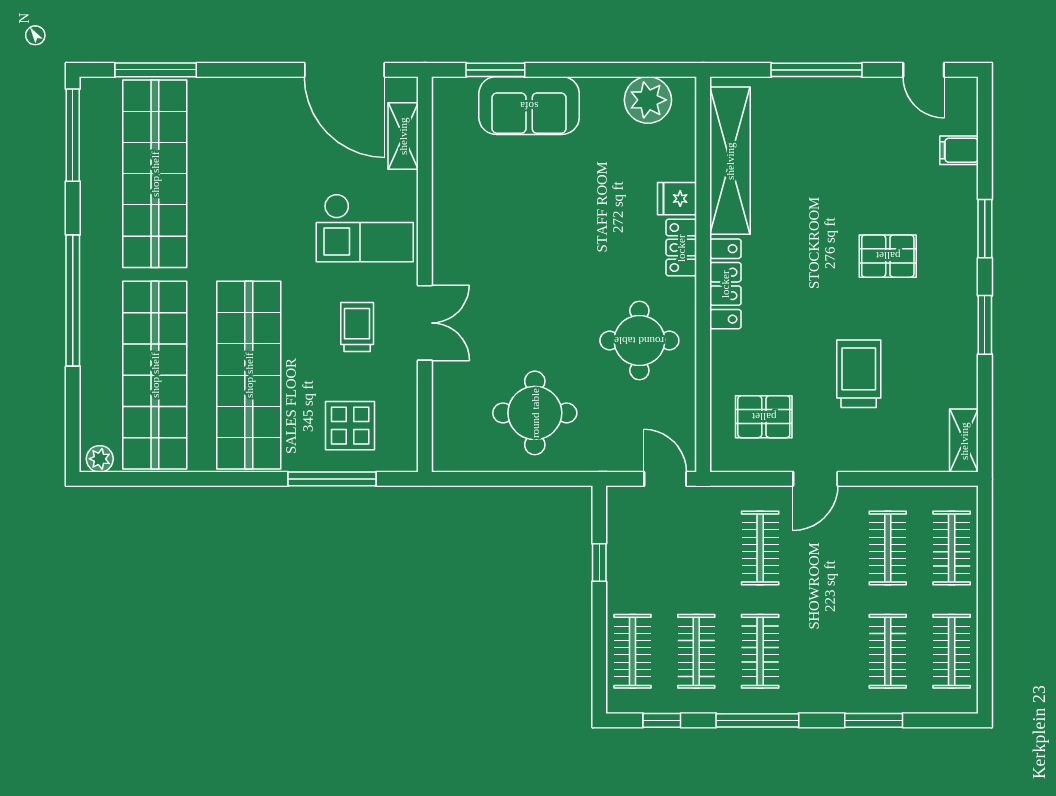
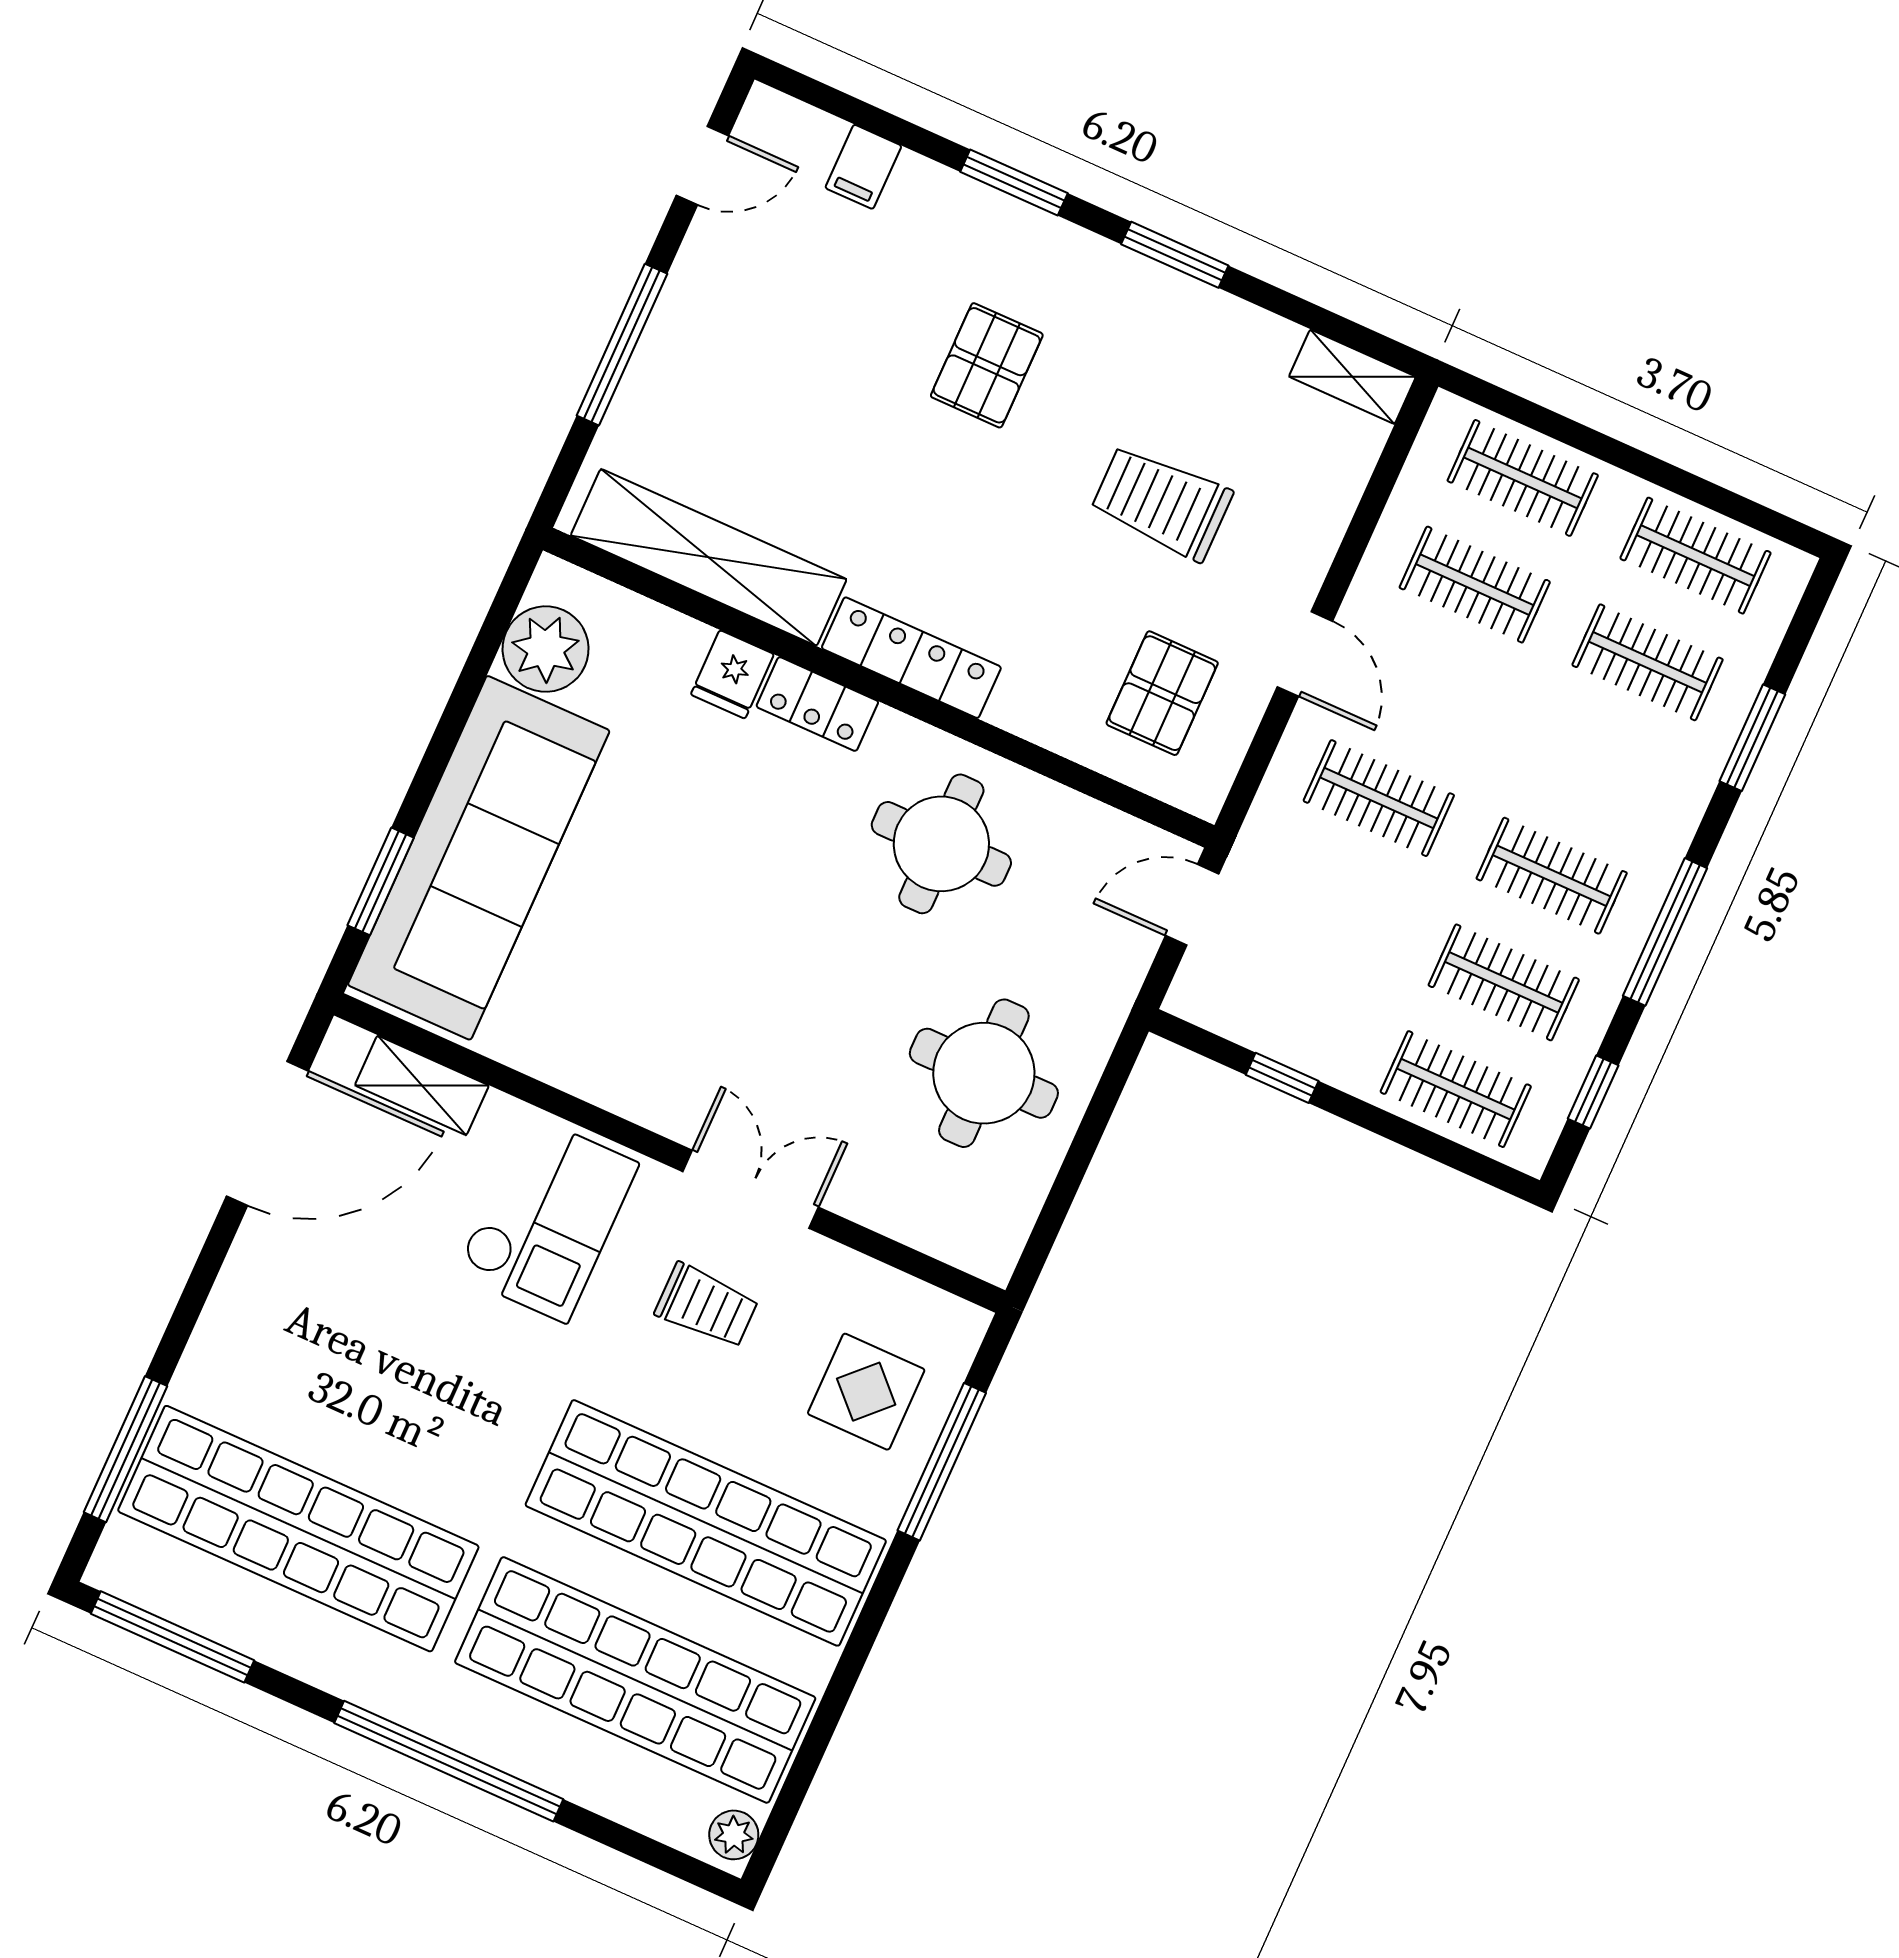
sofa: (529, 106) -> (479, 858), width x1.85, depth x1.27
trolley: (357, 327) -> (707, 1306), turned 180

